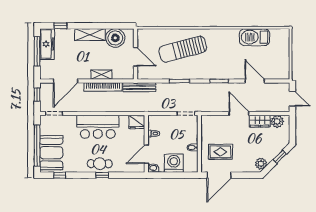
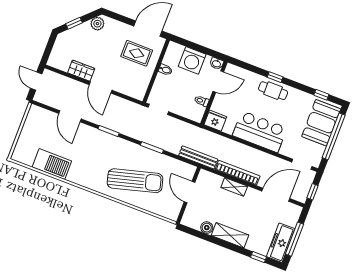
boiler: (115, 38) -> (207, 228), width x0.54, depth x0.54
plant: (277, 121) -> (62, 63), removed

